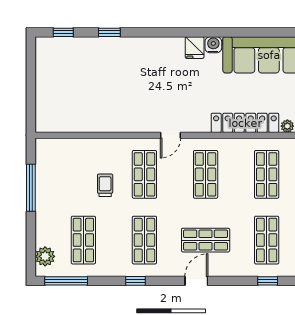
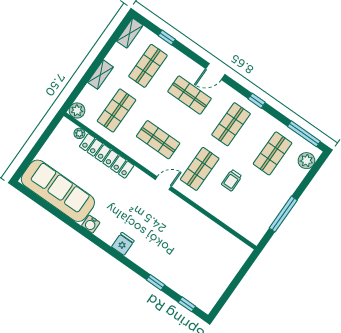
fridge: (195, 48) -> (123, 244), moved
shop shelf: (206, 174) -> (158, 140), turned 90

